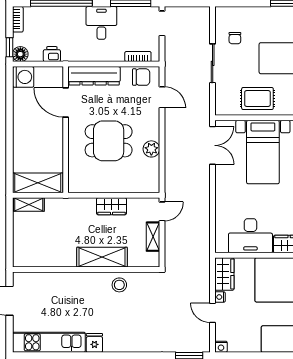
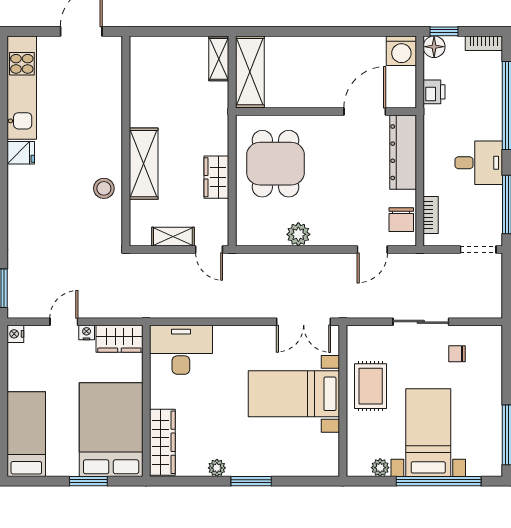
dining table: (109, 141) -> (275, 164), moved
desk: (250, 236) -> (181, 350), moved, turned 90

